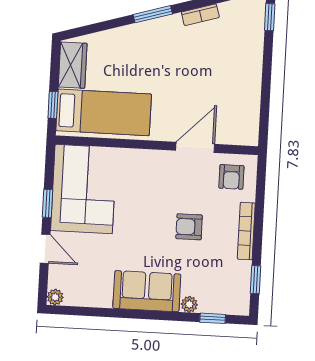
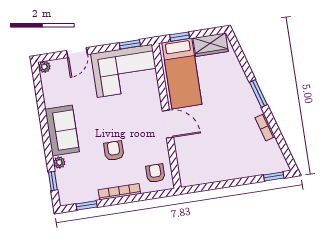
door: (195, 147) -> (168, 124), moved
armchair: (231, 177) -> (155, 173), turned 90
window: (48, 203) -> (130, 44), moved

